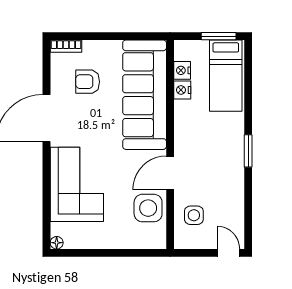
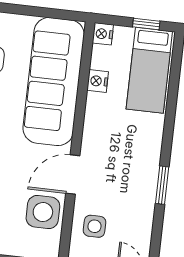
window: (219, 36) -> (146, 24), width x0.67
nightstand: (182, 70) -> (103, 34), moved
window: (248, 151) -> (162, 185), moved

